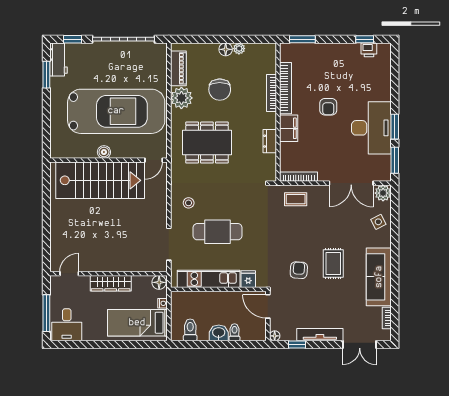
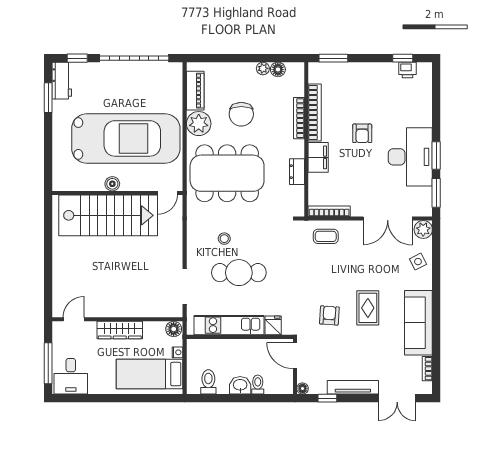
floor lamp: (226, 49) -> (278, 69), moved
dining table: (207, 143) -> (227, 173), width x1.36, depth x1.24
stool: (189, 203) -> (224, 239), moved

